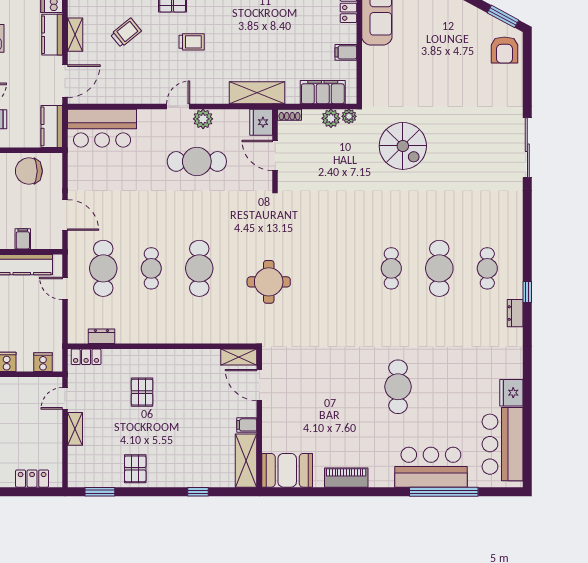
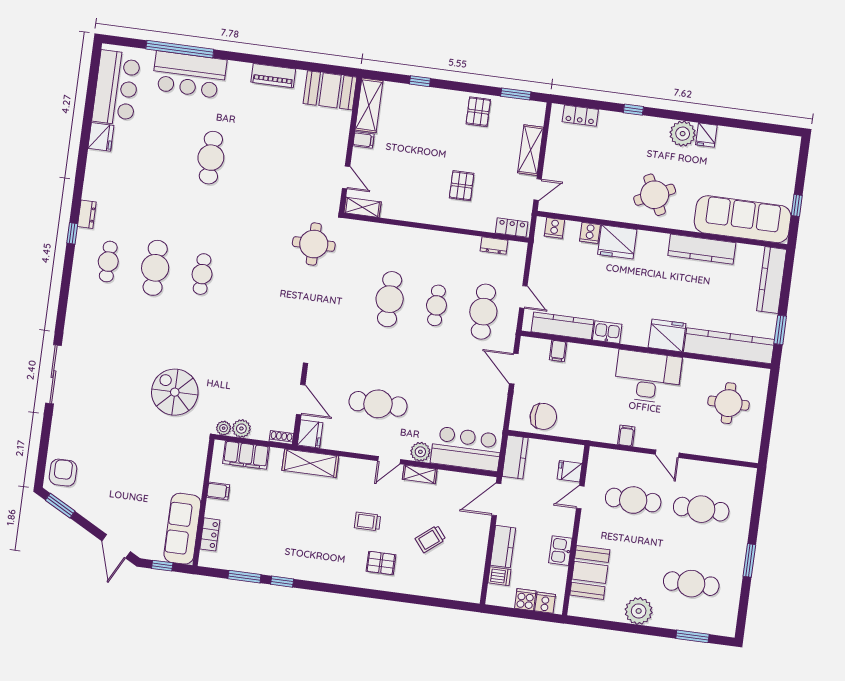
shelving: (75, 35) -> (420, 474), moved, turned 90
plant: (203, 119) -> (420, 452), moved
round table: (269, 282) -> (314, 244), moved
door: (259, 385) -> (346, 177), width x0.73
shelving: (75, 429) -> (531, 150), width x1.50, depth x1.33

